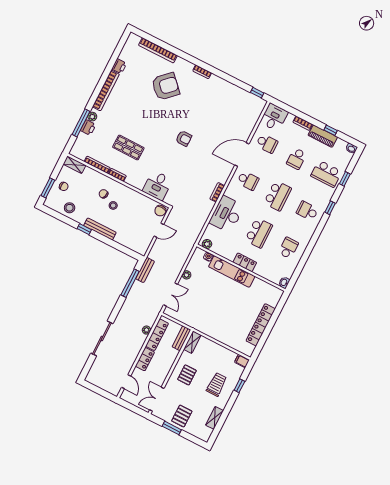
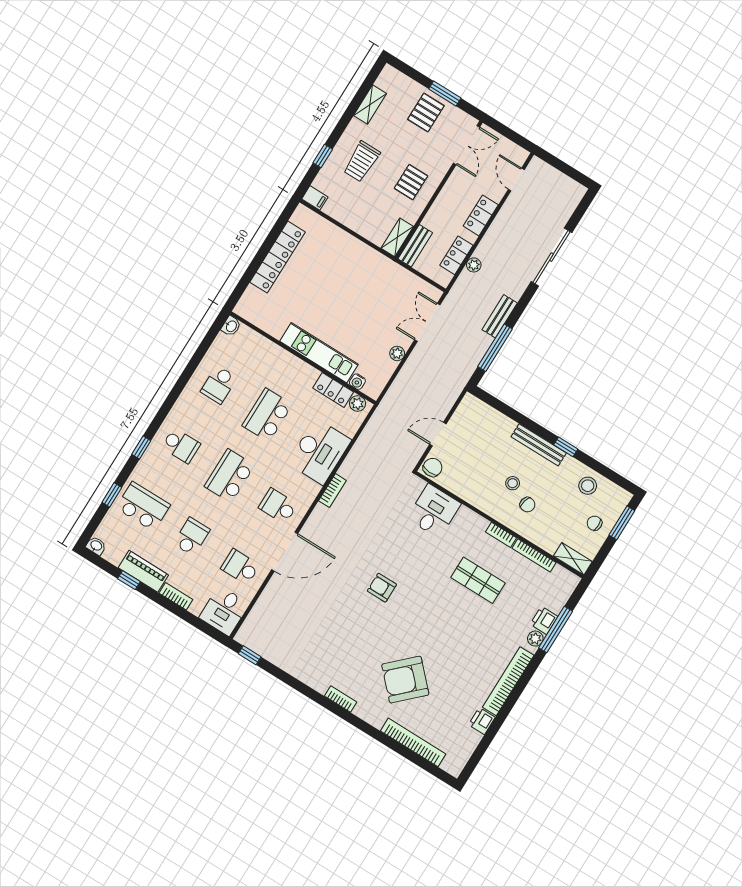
locker: (245, 262) -> (333, 390), moved
bench: (145, 270) -> (500, 316), moved
locker: (157, 335) -> (456, 255), width x0.66

